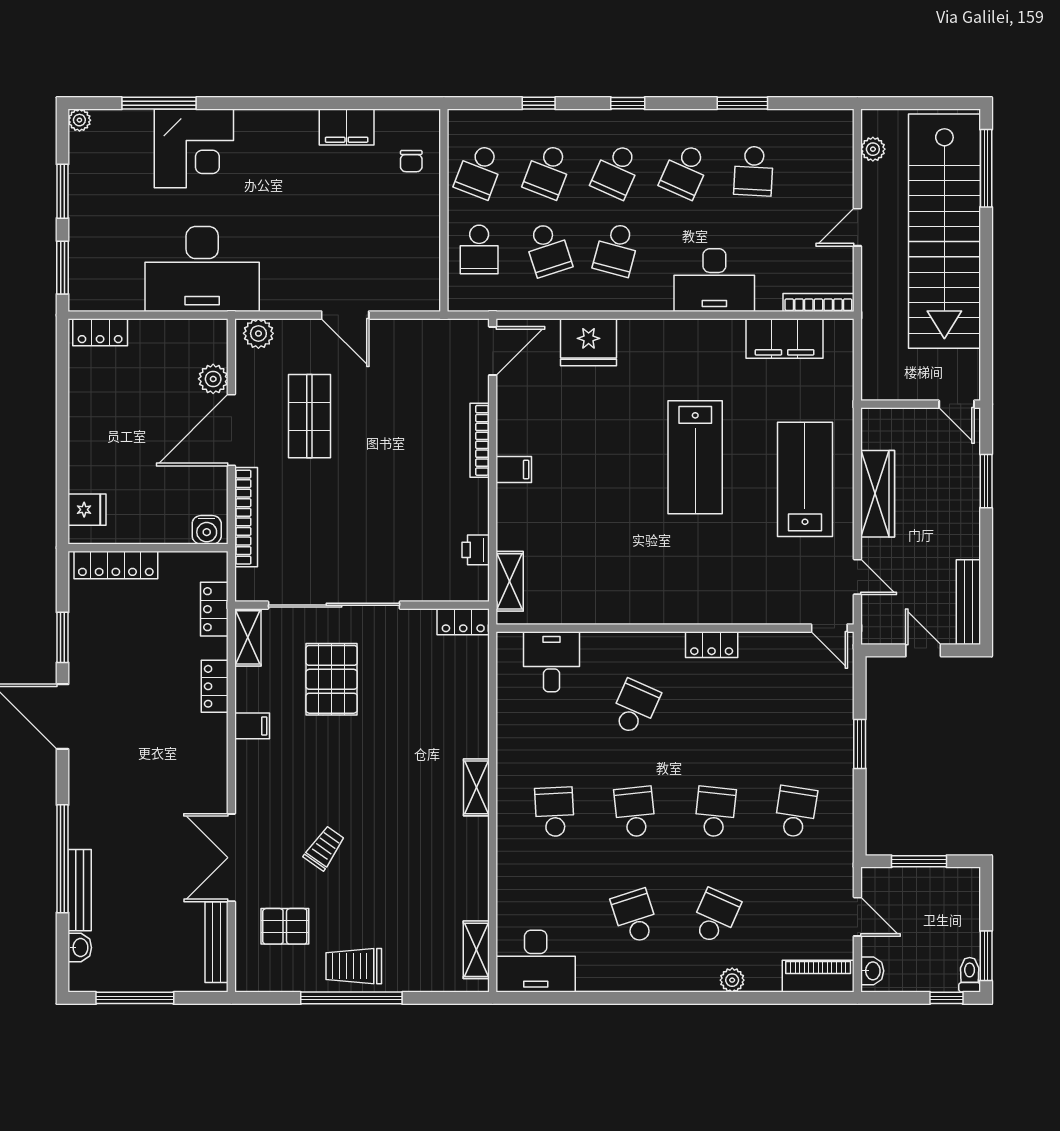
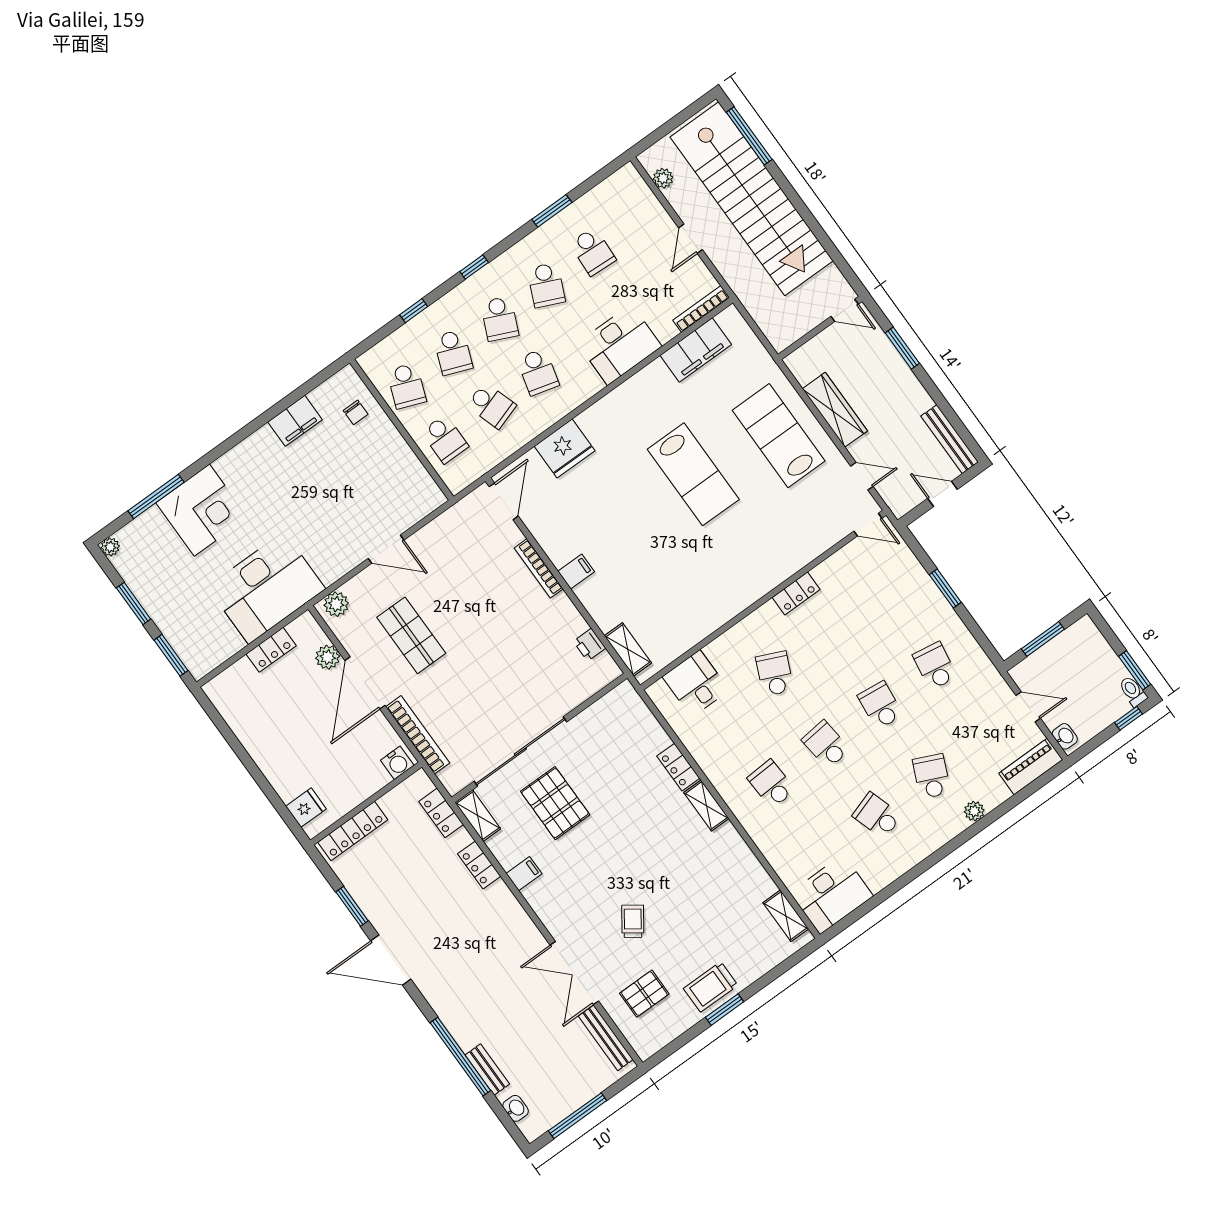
locker: (100, 332) -> (271, 650), moved
locker: (463, 622) -> (678, 767), moved, turned 90
bench: (80, 890) -> (487, 1069), width x0.73
window: (351, 998) -> (725, 1010), width x0.47

